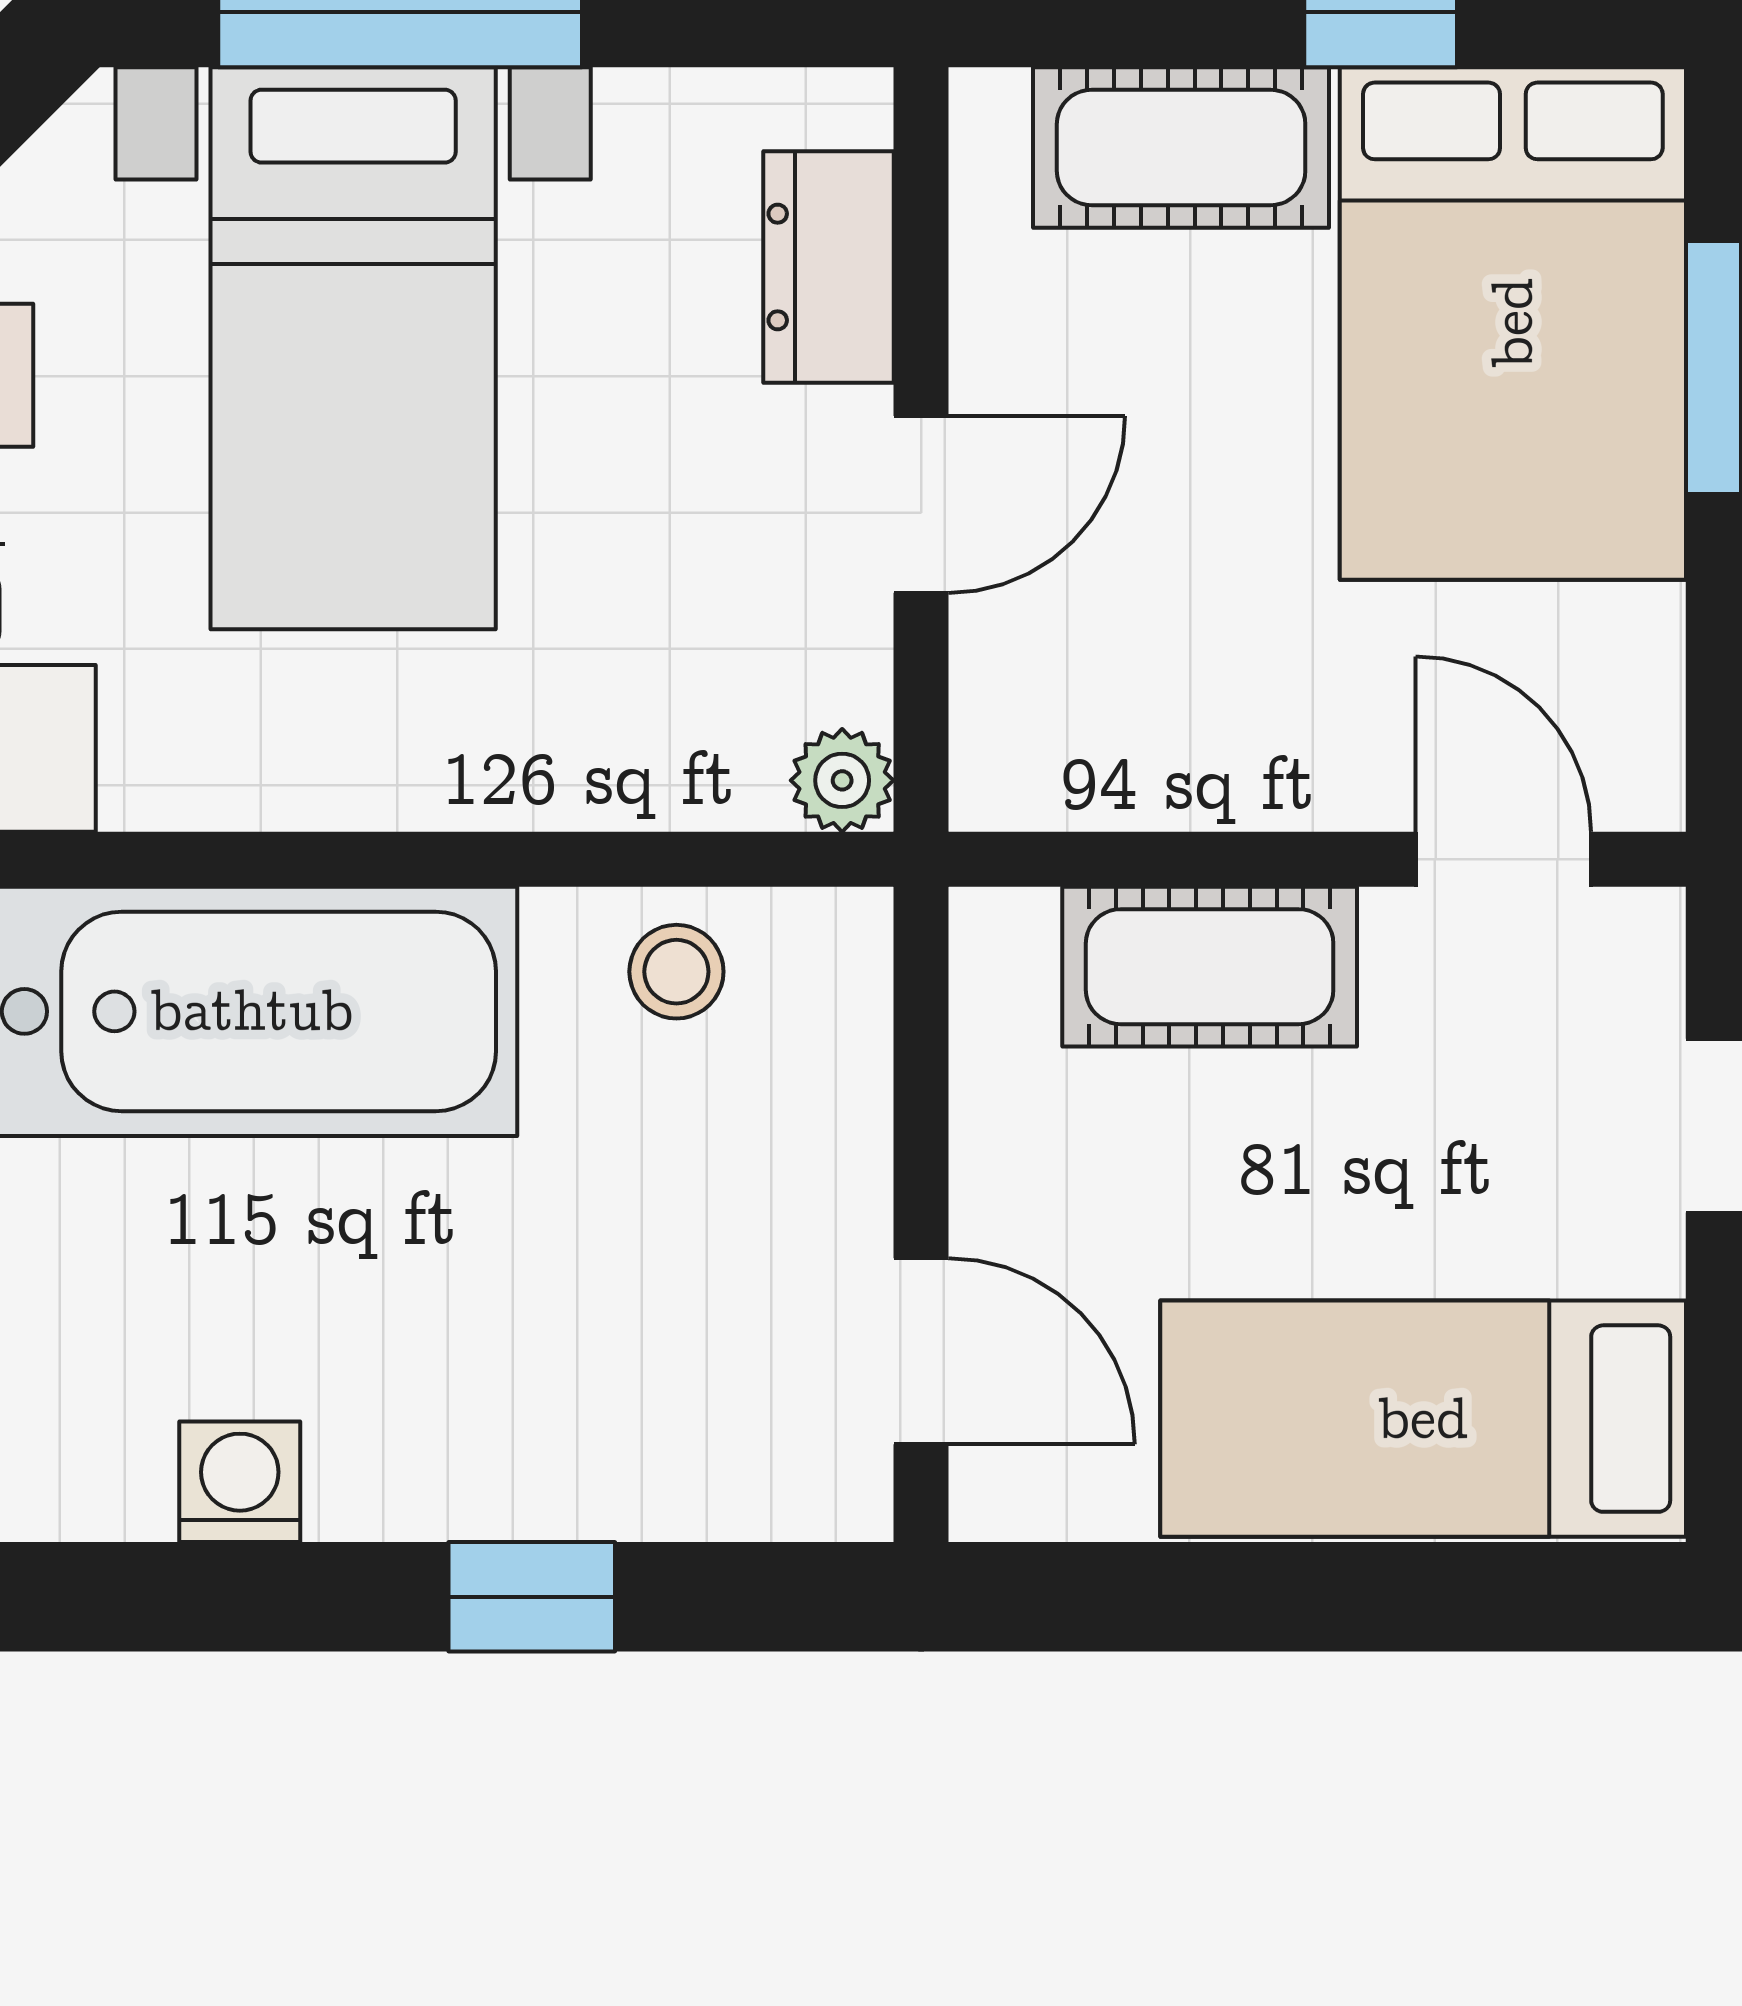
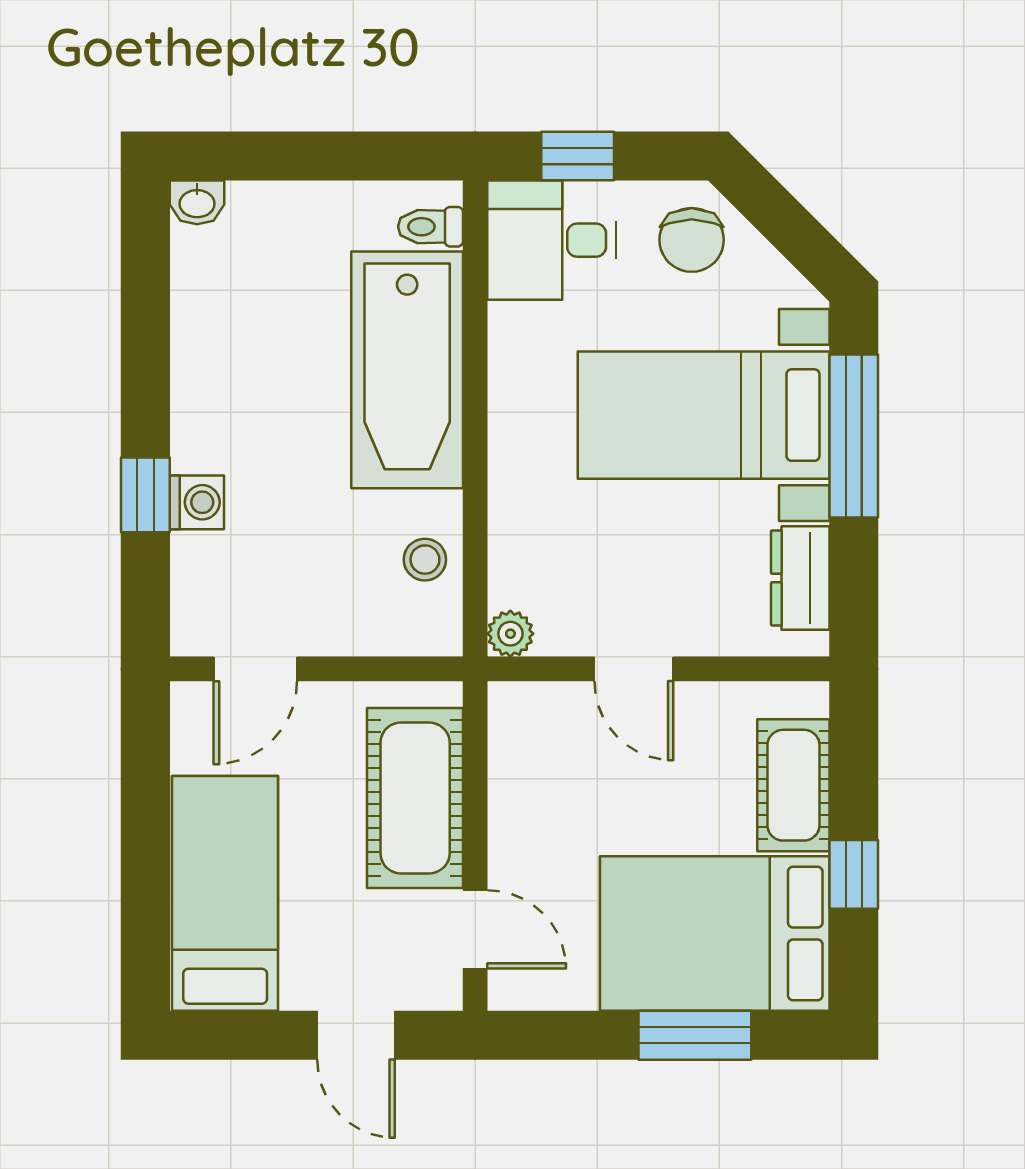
dresser: (829, 267) -> (800, 578), moved, turned -90
door: (1503, 859) -> (475, 929), hinge flipped
cot: (1210, 967) -> (415, 798), width x1.37, depth x1.34
washing machine: (240, 1482) -> (197, 502), moved

